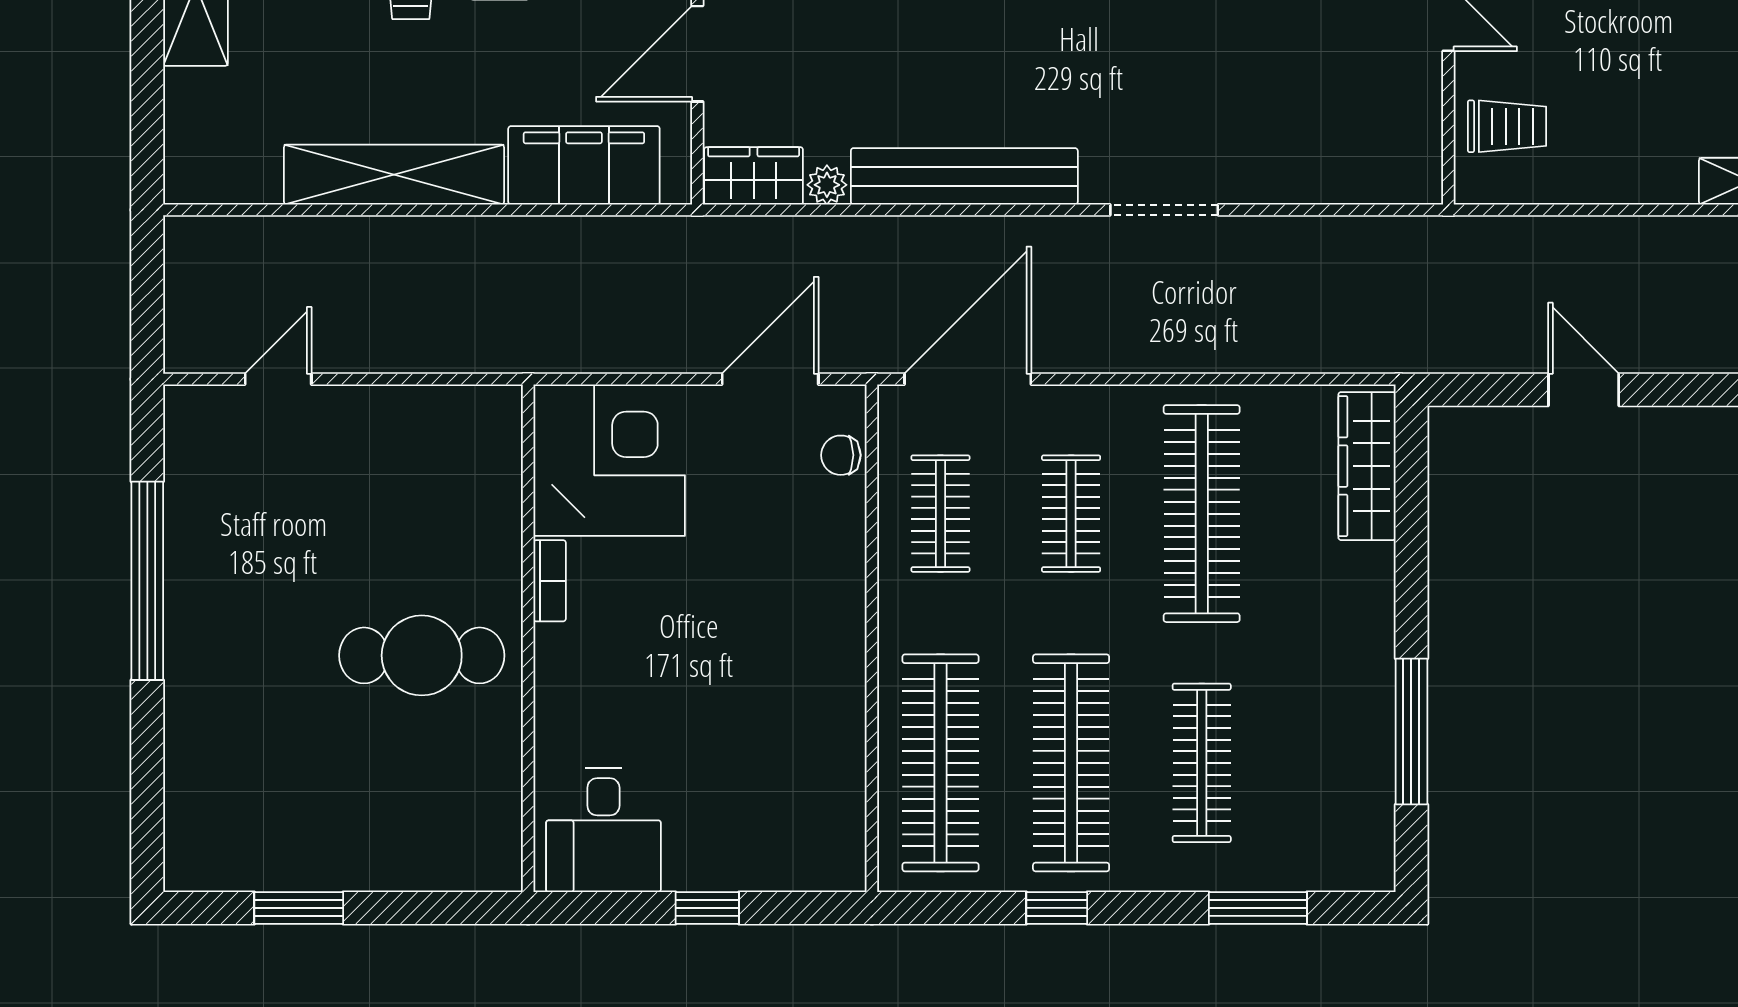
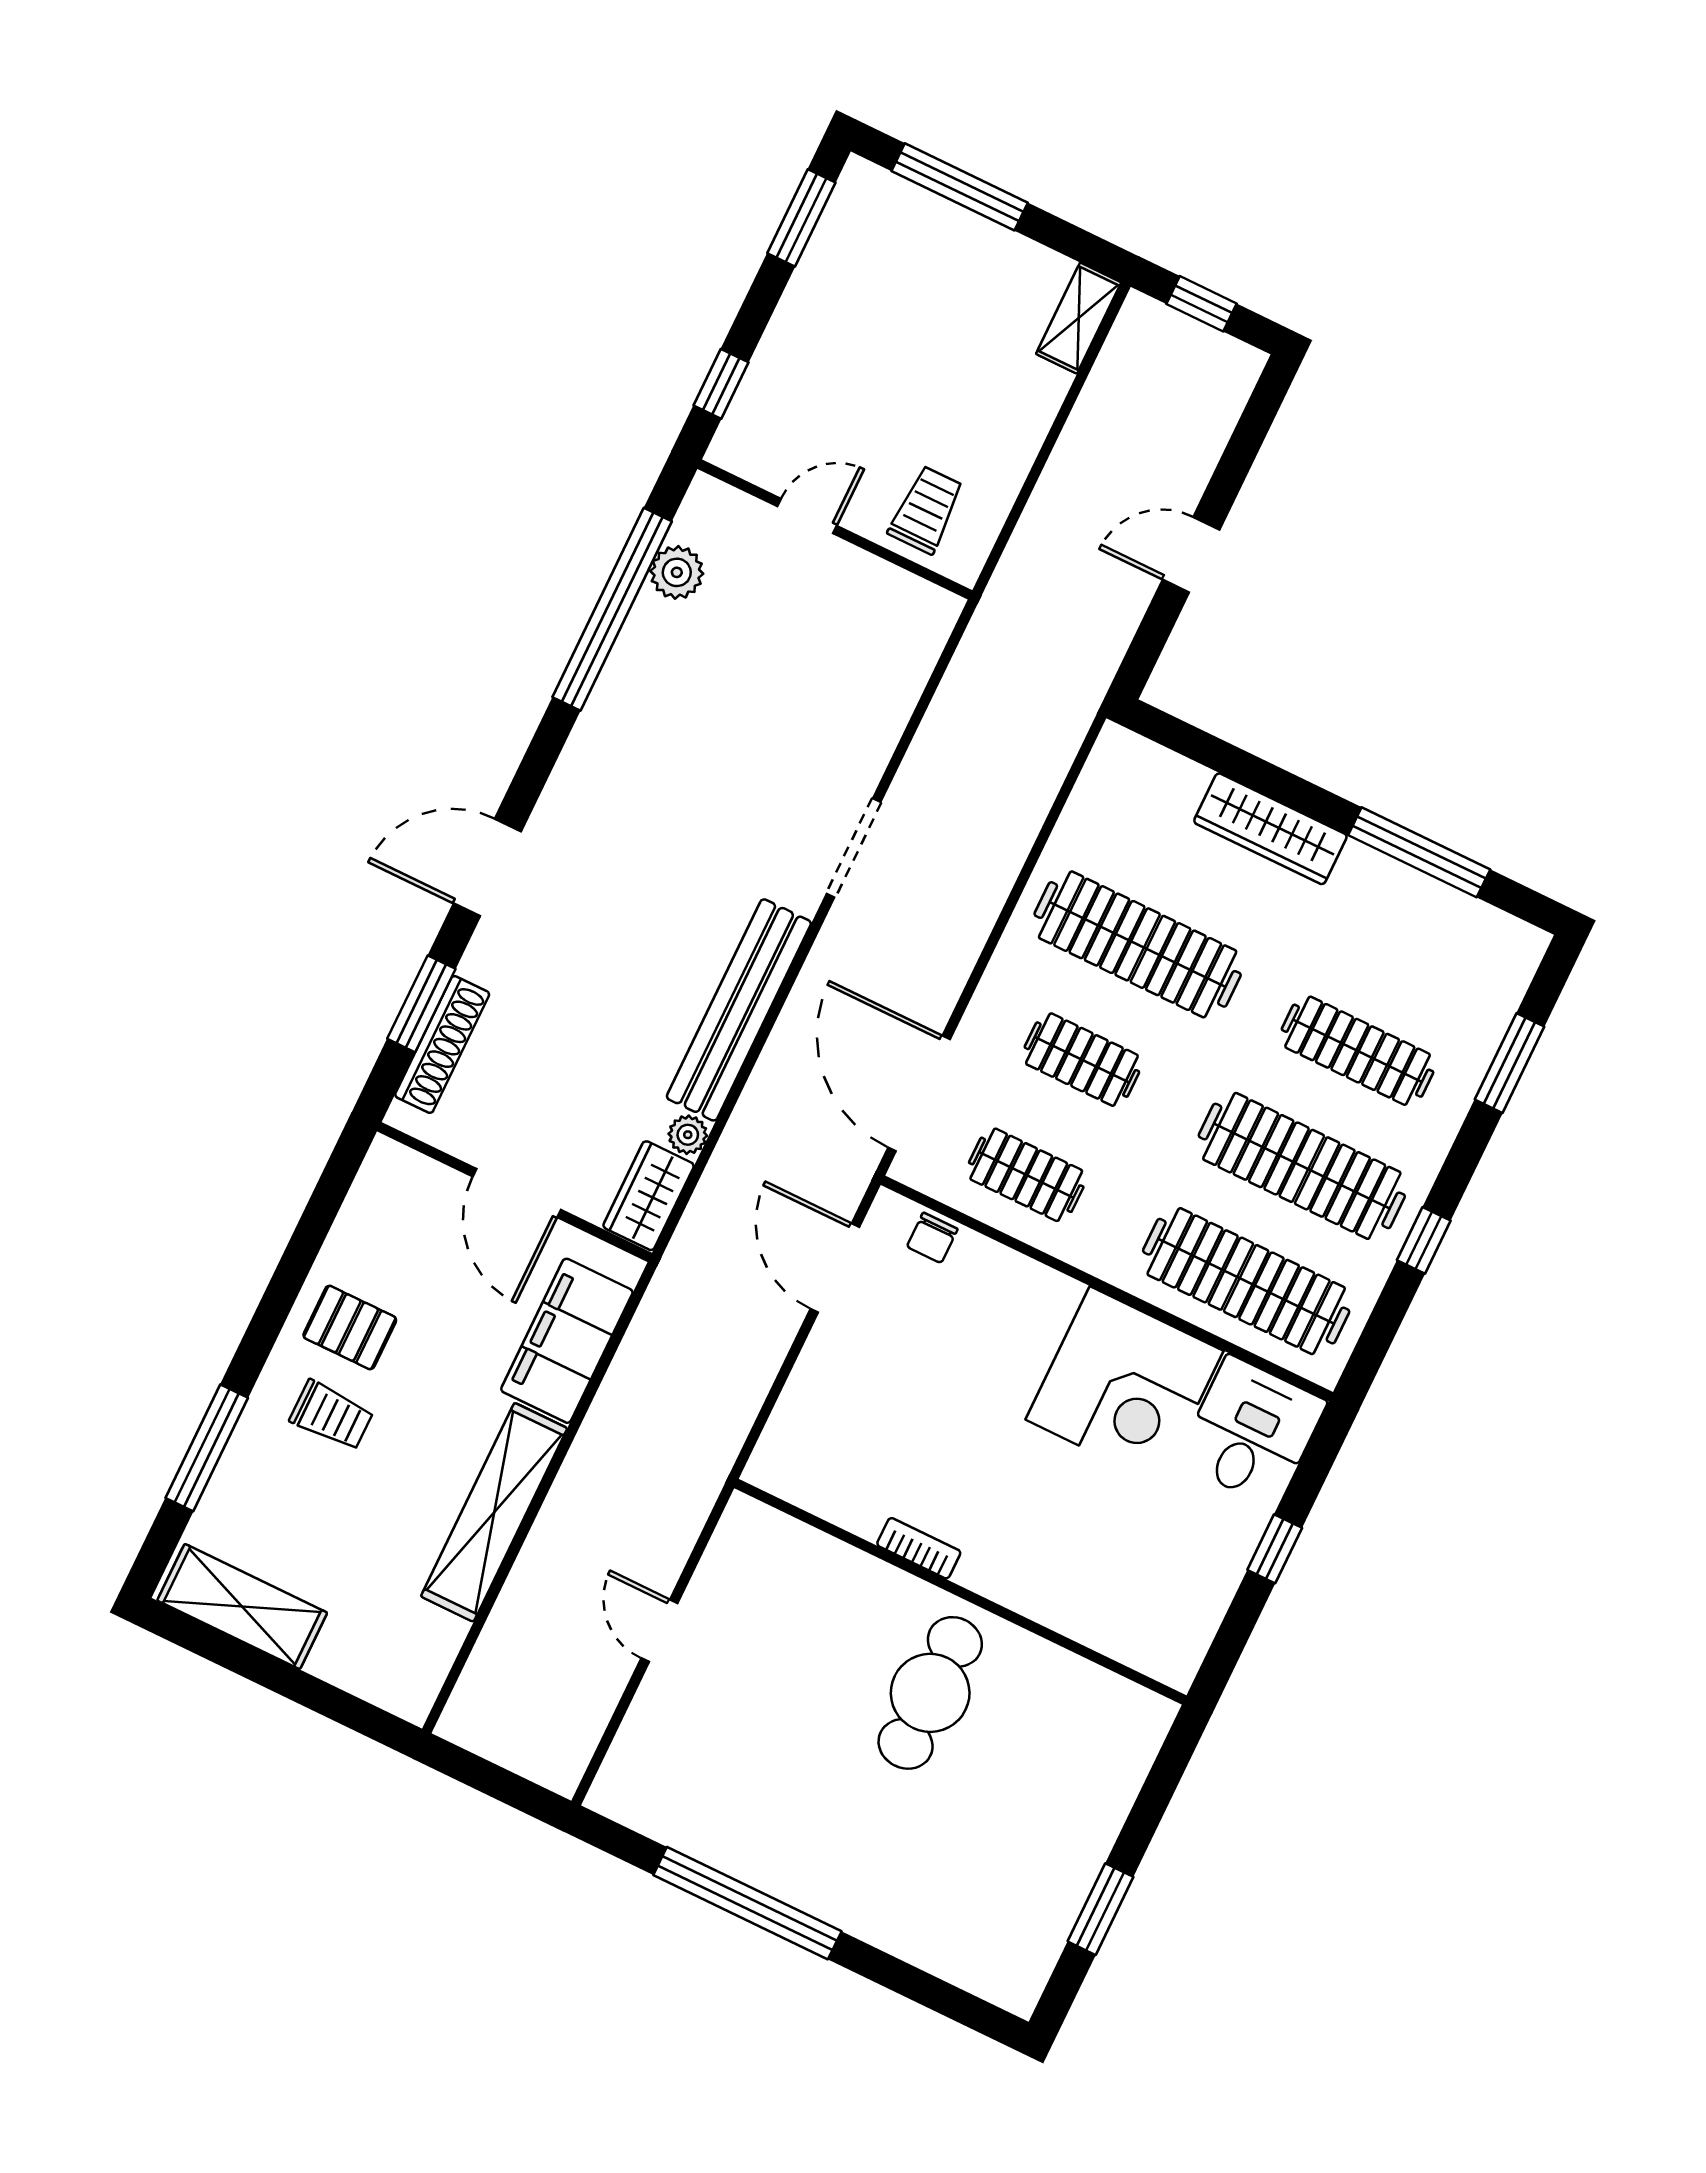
door: (278, 379) -> (659, 1631), moved
corner desk: (609, 460) -> (1124, 1385), moved, turned 180
wardrobe: (1367, 466) -> (1270, 829), moved
desk: (603, 830) -> (1252, 1432), moved, turned -90

